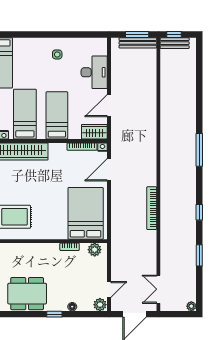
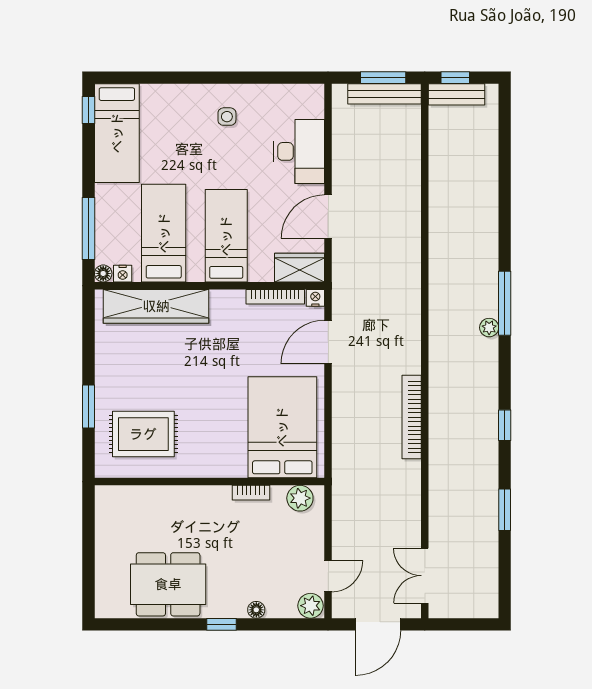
plant: (191, 306) -> (489, 328), moved

